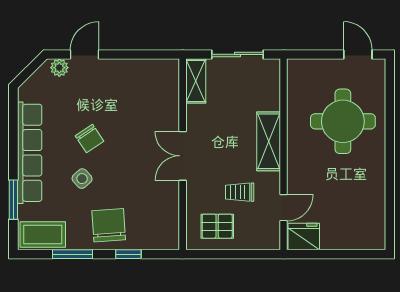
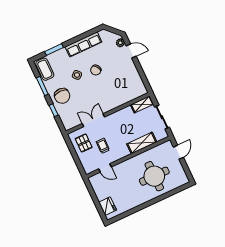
door: (358, 54) -> (178, 152), moved
shelving: (269, 141) -> (142, 143), moved
row of seats: (30, 153) -> (83, 44), width x0.73
double door: (183, 156) -> (93, 120), moved
chair: (109, 225) -> (62, 96), turned 94
fridge: (304, 237) -> (108, 206), moved

